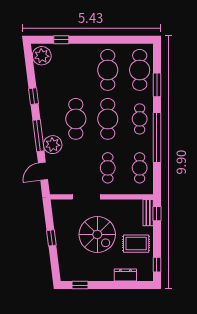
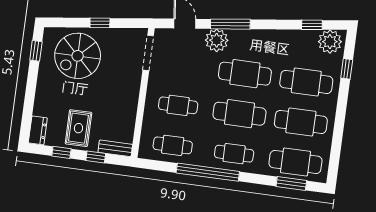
cafe table: (76, 70) -> (306, 82), added
window: (157, 85) -> (291, 183), moved
window: (34, 96) -> (312, 25), moved
doorway: (86, 197) -> (148, 53), moved
window: (157, 214) -> (96, 157), moved
spiral stairs: (97, 234) -> (78, 56), moved
window: (157, 265) -> (61, 152), moved
dresser: (125, 275) -> (38, 130), moved

